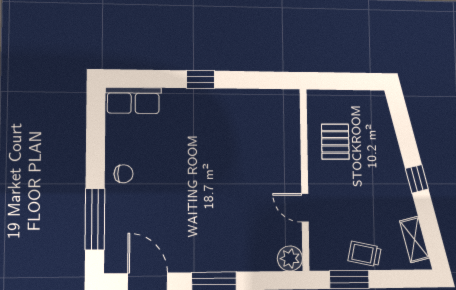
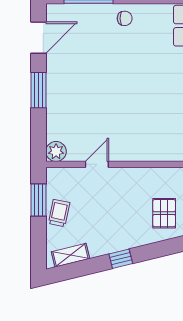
pallet: (335, 142) -> (164, 213), moved, turned 90
chair: (124, 174) -> (125, 18), turned -90

